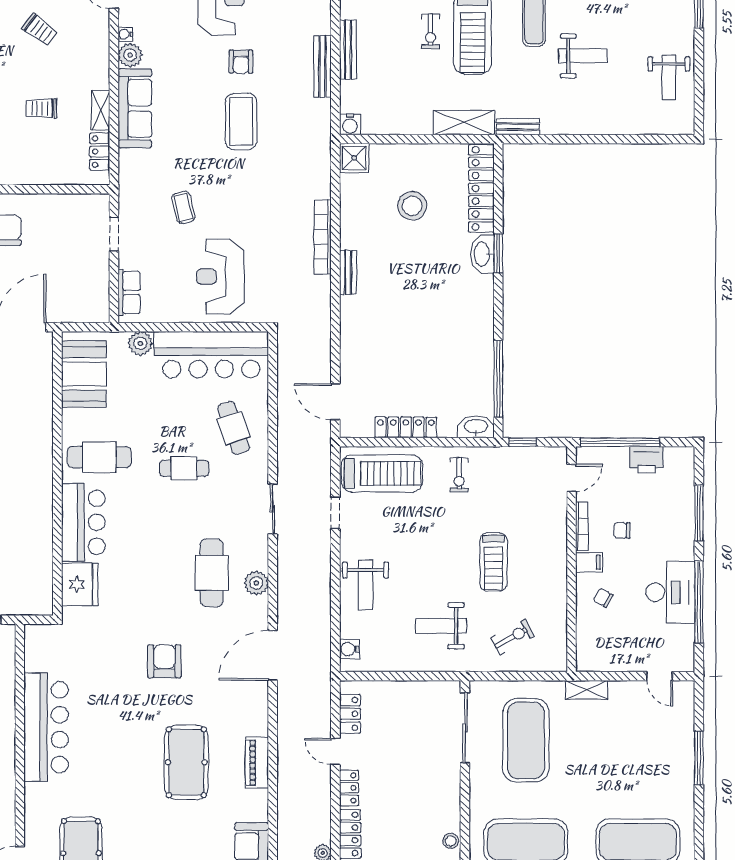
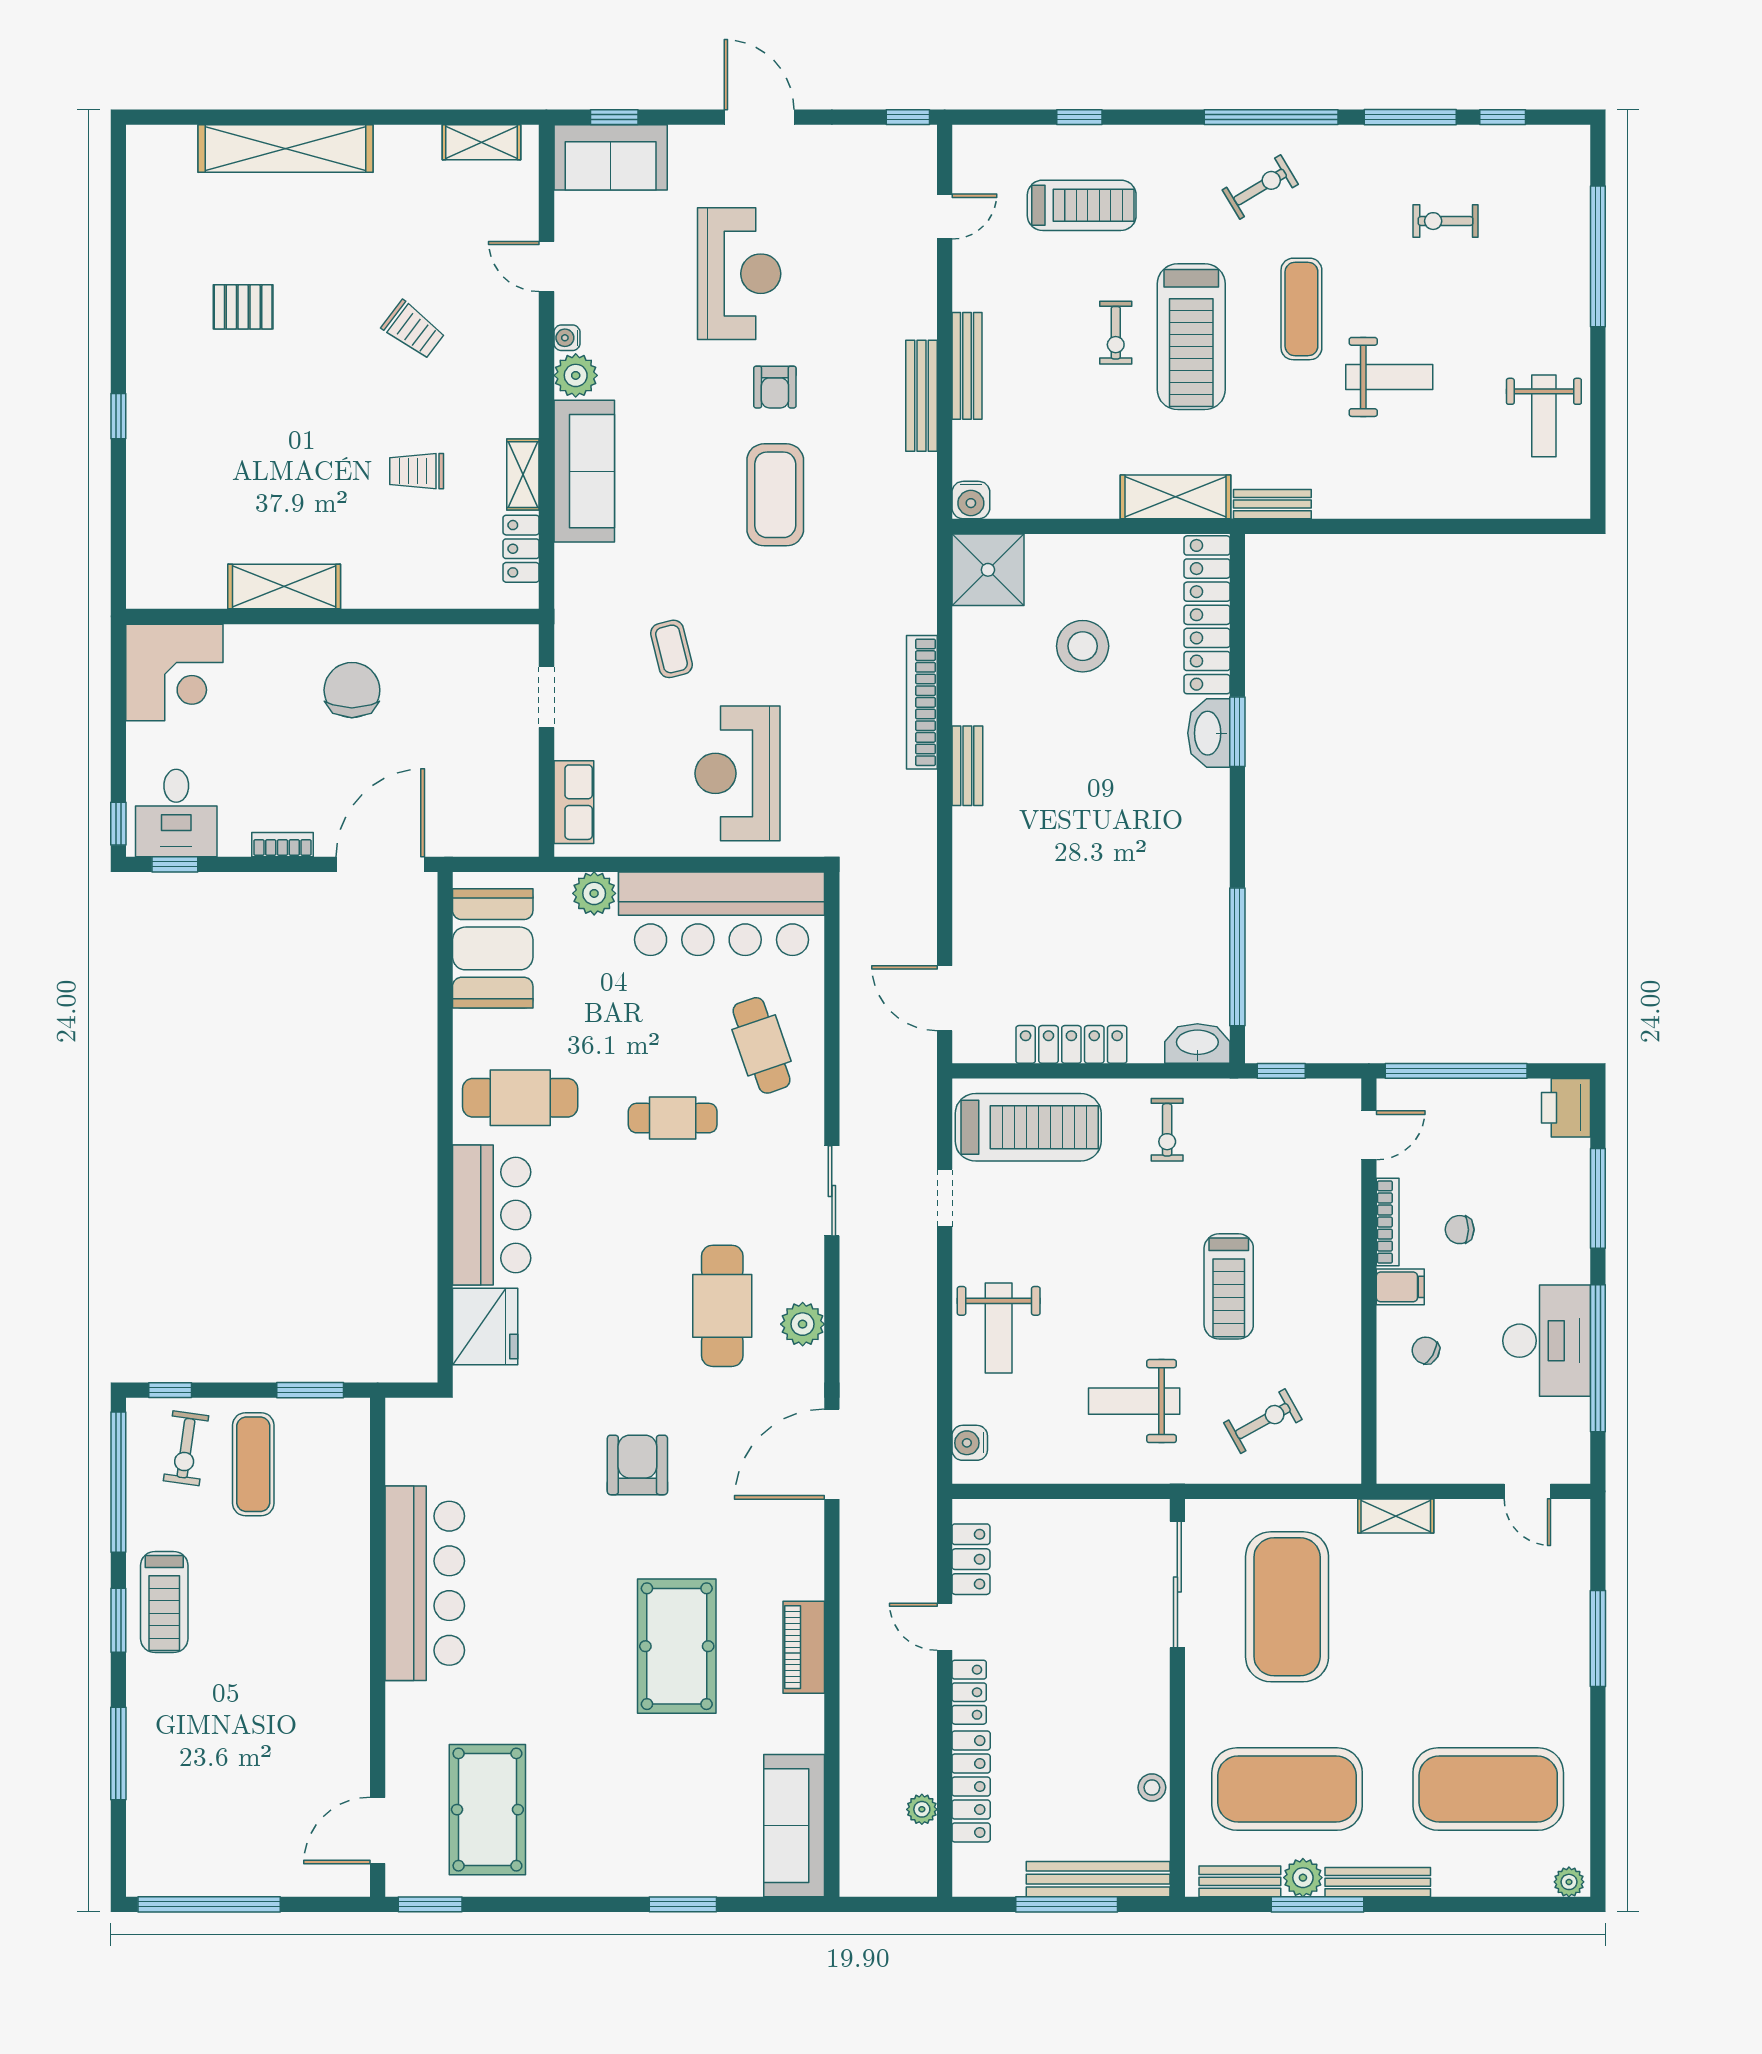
shower: (354, 158) -> (988, 570), width x1.36, depth x1.36
printer: (646, 460) -> (1566, 1108), moved, turned 90

